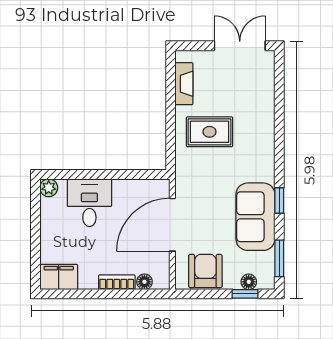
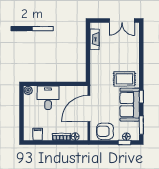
double door: (240, 46) -> (122, 21), swing flipped
rug: (209, 132) -> (124, 79), moved
armchair: (205, 271) -> (105, 131), turned -90
filing cabinet: (59, 277) -> (38, 134), width x0.50

